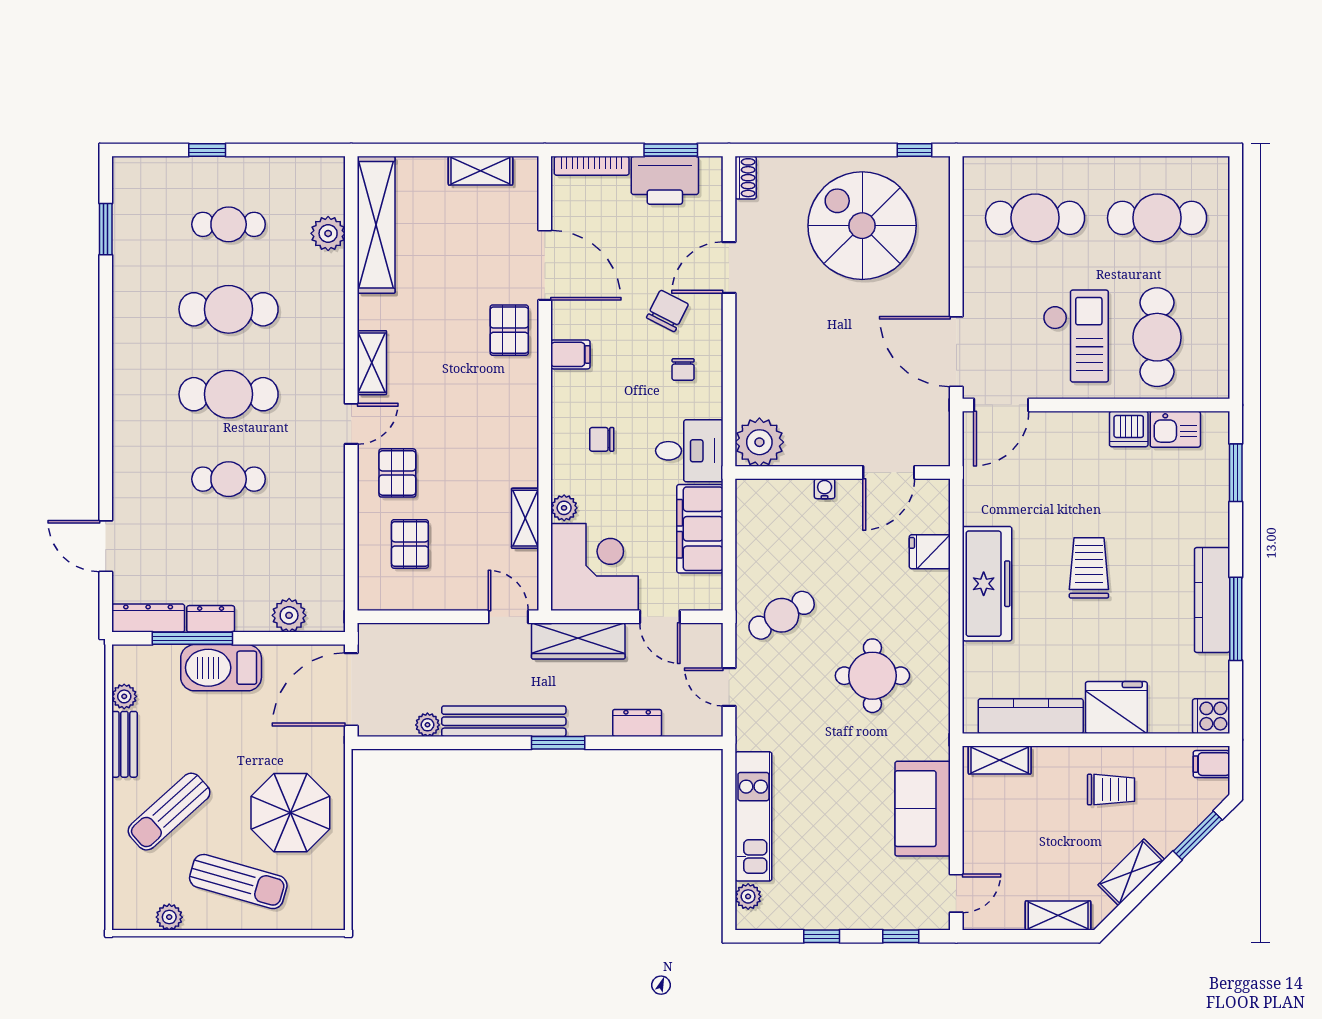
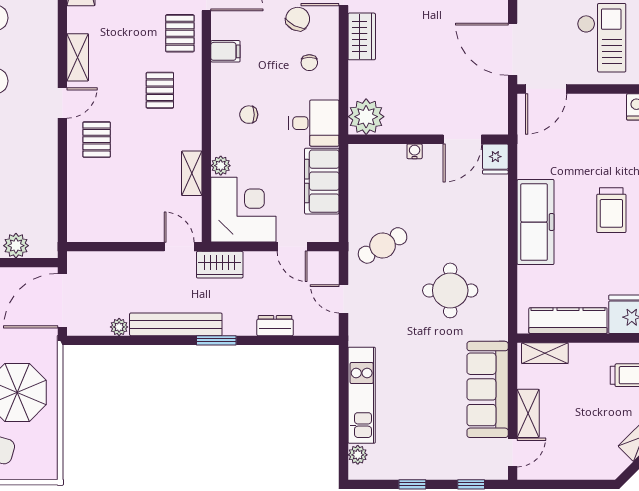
wardrobe: (754, 334) -> (362, 36), added
pallet: (410, 544) -> (160, 90), moved
fridge: (930, 552) -> (495, 159), moved, turned -90
trolley: (1089, 568) -> (611, 210), turned 180
wardrobe: (578, 641) -> (220, 265), width x0.67
sofa: (923, 809) -> (488, 389), width x1.36
shelving: (1058, 915) -> (528, 413), moved, turned 90

